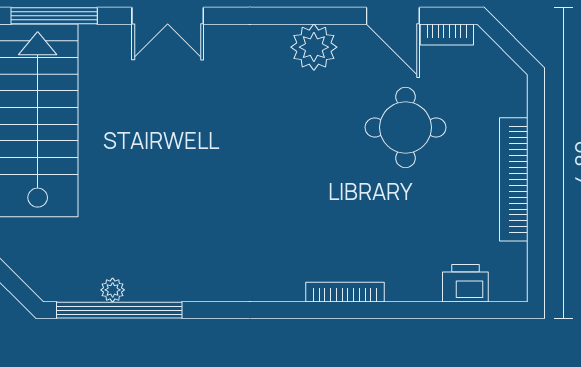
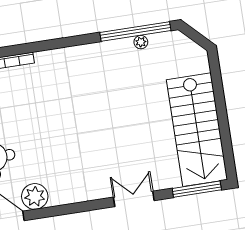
plant: (314, 47) -> (35, 196), moved

